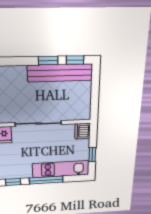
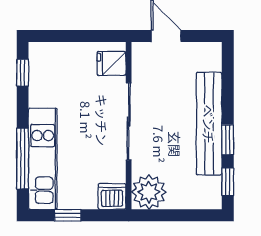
bench: (60, 73) -> (209, 124), moved
plant: (80, 110) -> (149, 192), added
window: (46, 180) -> (23, 159), moved

